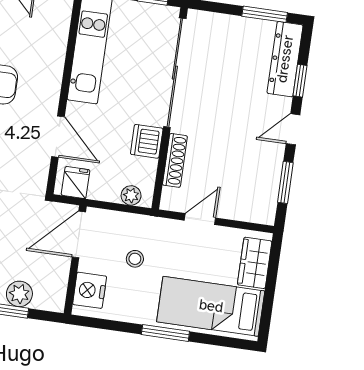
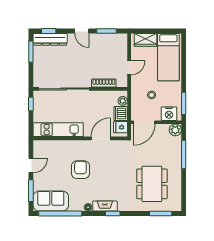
window: (300, 81) -> (49, 31), moved
dishwasher: (147, 141) -> (121, 113), moved, turned 90
door: (200, 219) -> (129, 68), swing flipped
door: (79, 235) -> (144, 122), hinge flipped
plant: (19, 294) -> (175, 130), moved
window: (165, 333) -> (184, 103), moved

